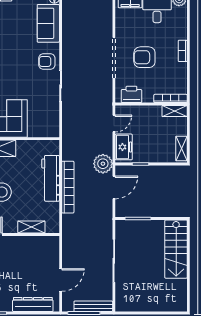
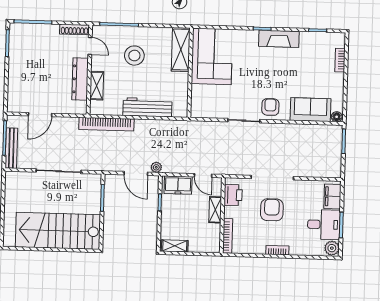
shelving: (175, 111) -> (215, 210), moved
plant: (103, 164) -> (156, 167), width x0.53, depth x0.53
bookcase: (68, 187) -> (106, 124), moved
stairs: (176, 249) -> (58, 231), width x1.36, depth x1.51
door: (61, 280) -> (40, 115), hinge flipped
dresser: (33, 305) -> (80, 79), moved, turned 180

